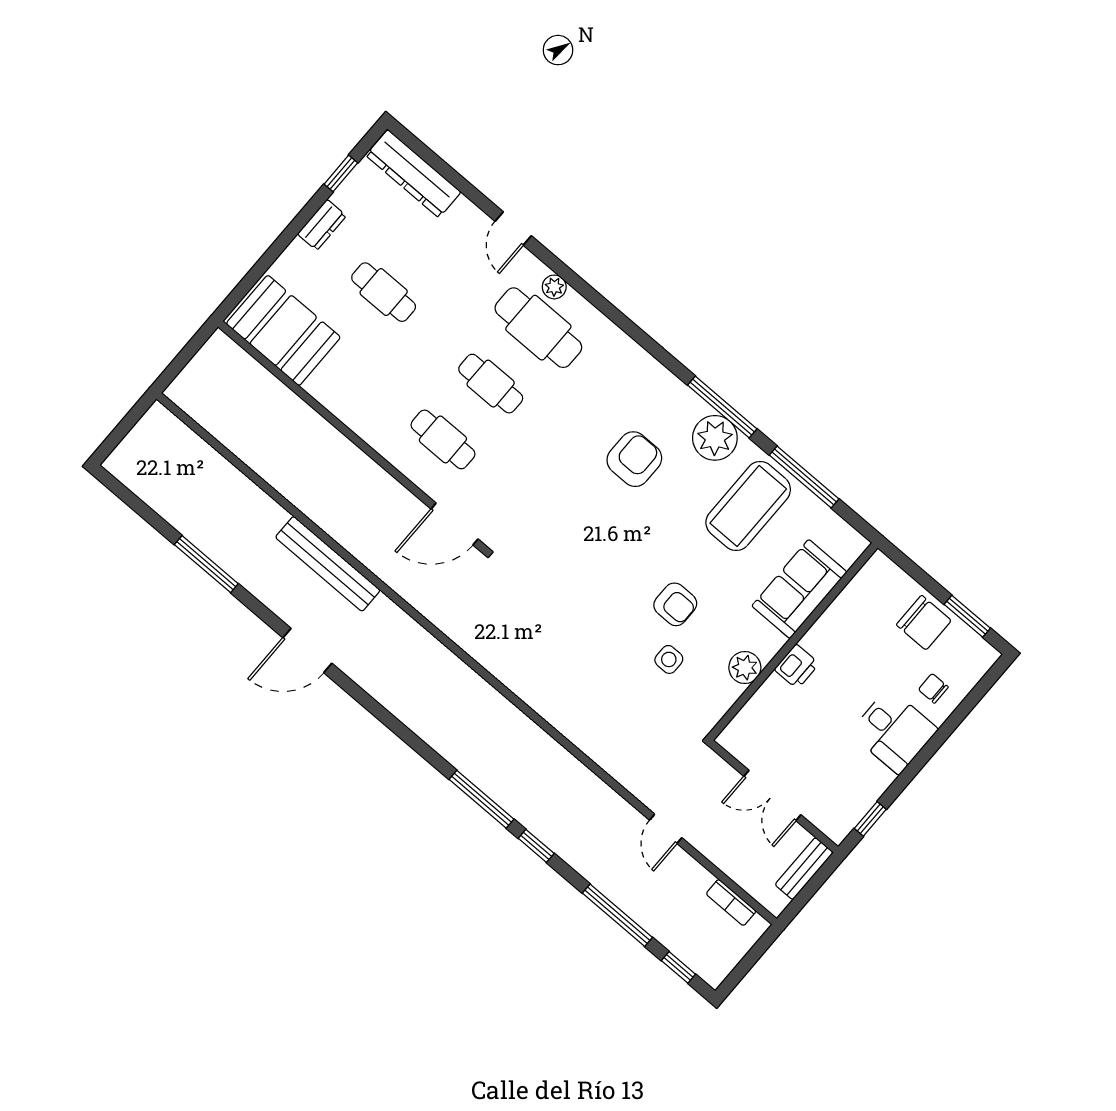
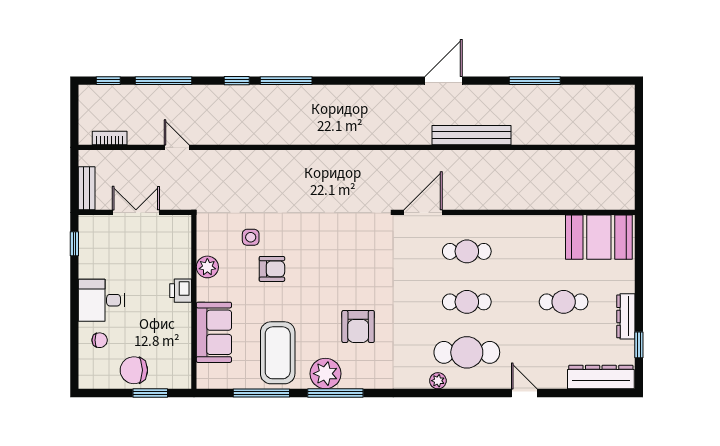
dresser: (322, 225) -> (626, 316), width x1.44
plant: (554, 287) -> (438, 381), moved
armchair: (675, 604) -> (272, 269), turned 180
window: (967, 616) -> (150, 393), moved

